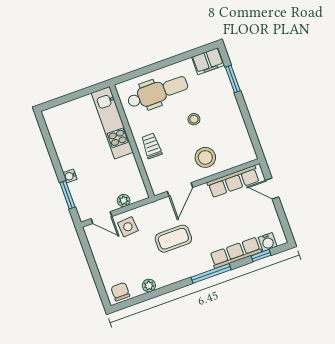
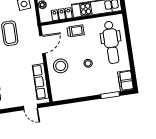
locker: (132, 170) -> (62, 14), added
door: (180, 189) -> (42, 44), swing flipped
door: (272, 189) -> (31, 107), swing flipped

